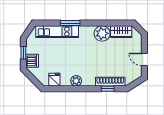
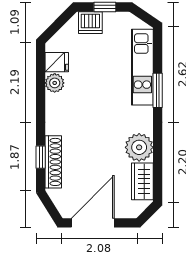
door: (144, 59) -> (93, 223), width x1.87
plant: (76, 81) -> (55, 83), moved

